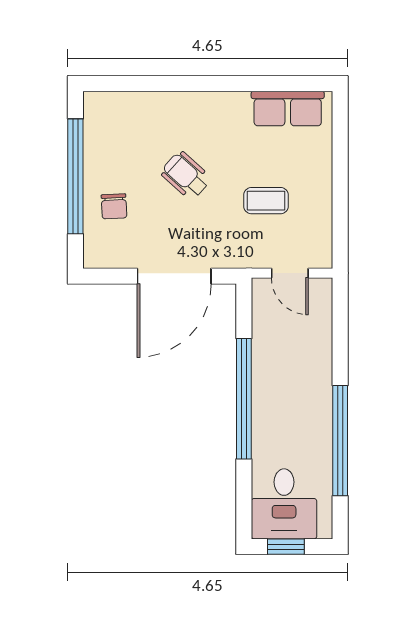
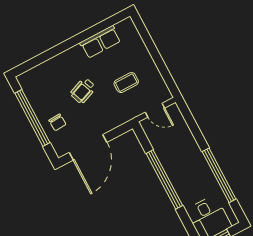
row of seats: (288, 109) -> (100, 42), moved
wheelchair: (186, 175) -> (83, 91), turned -63
door: (174, 276) -> (88, 147), moved

